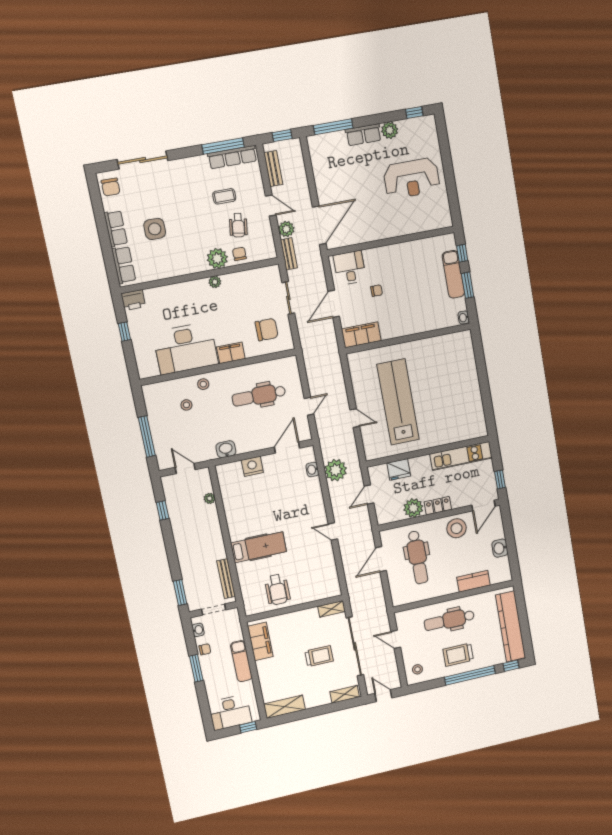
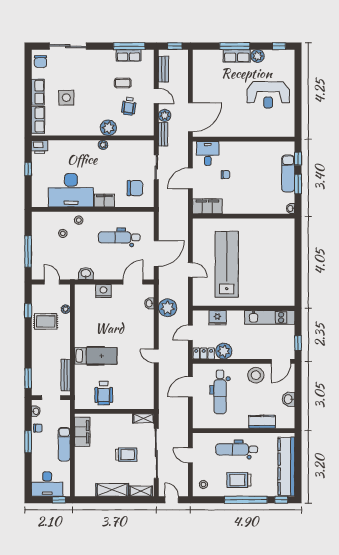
window: (333, 127) -> (235, 46), moved
row of seats: (232, 157) -> (129, 55), width x0.68
chair: (239, 254) -> (126, 127), removed
door: (309, 406) -> (156, 253), width x1.87
locker: (438, 506) -> (204, 353), moved
rug: (188, 519) -> (46, 321), added
shelving: (284, 707) -> (112, 490), moved

